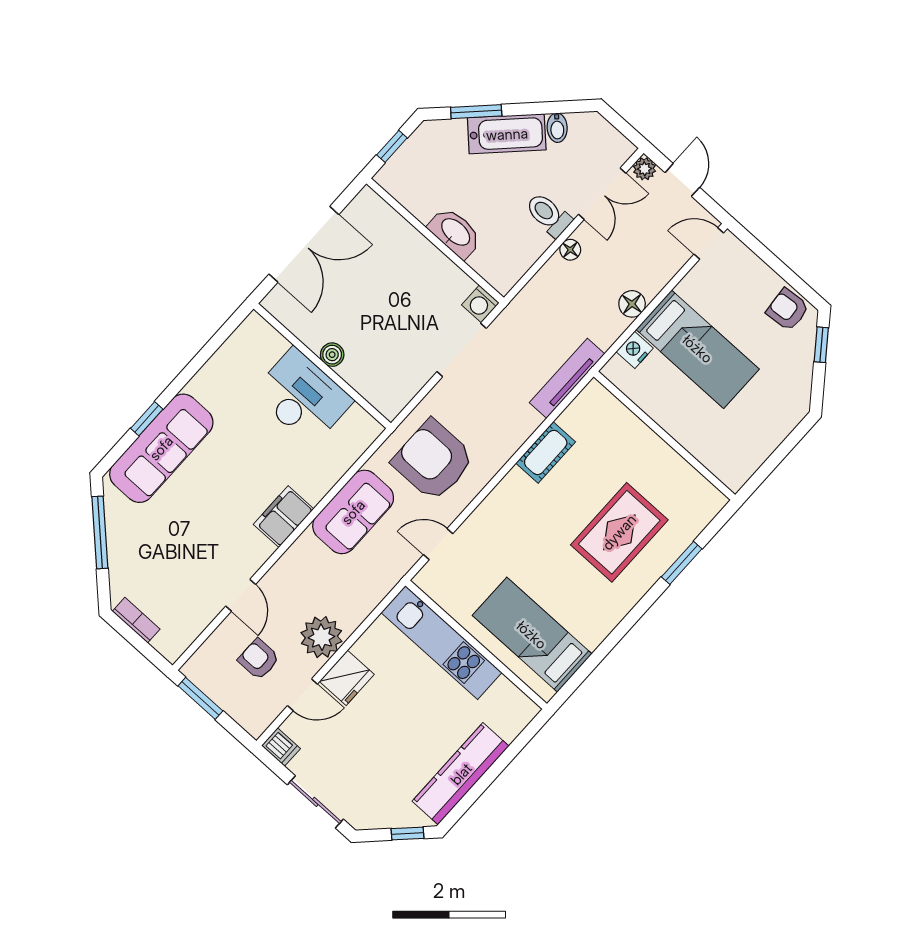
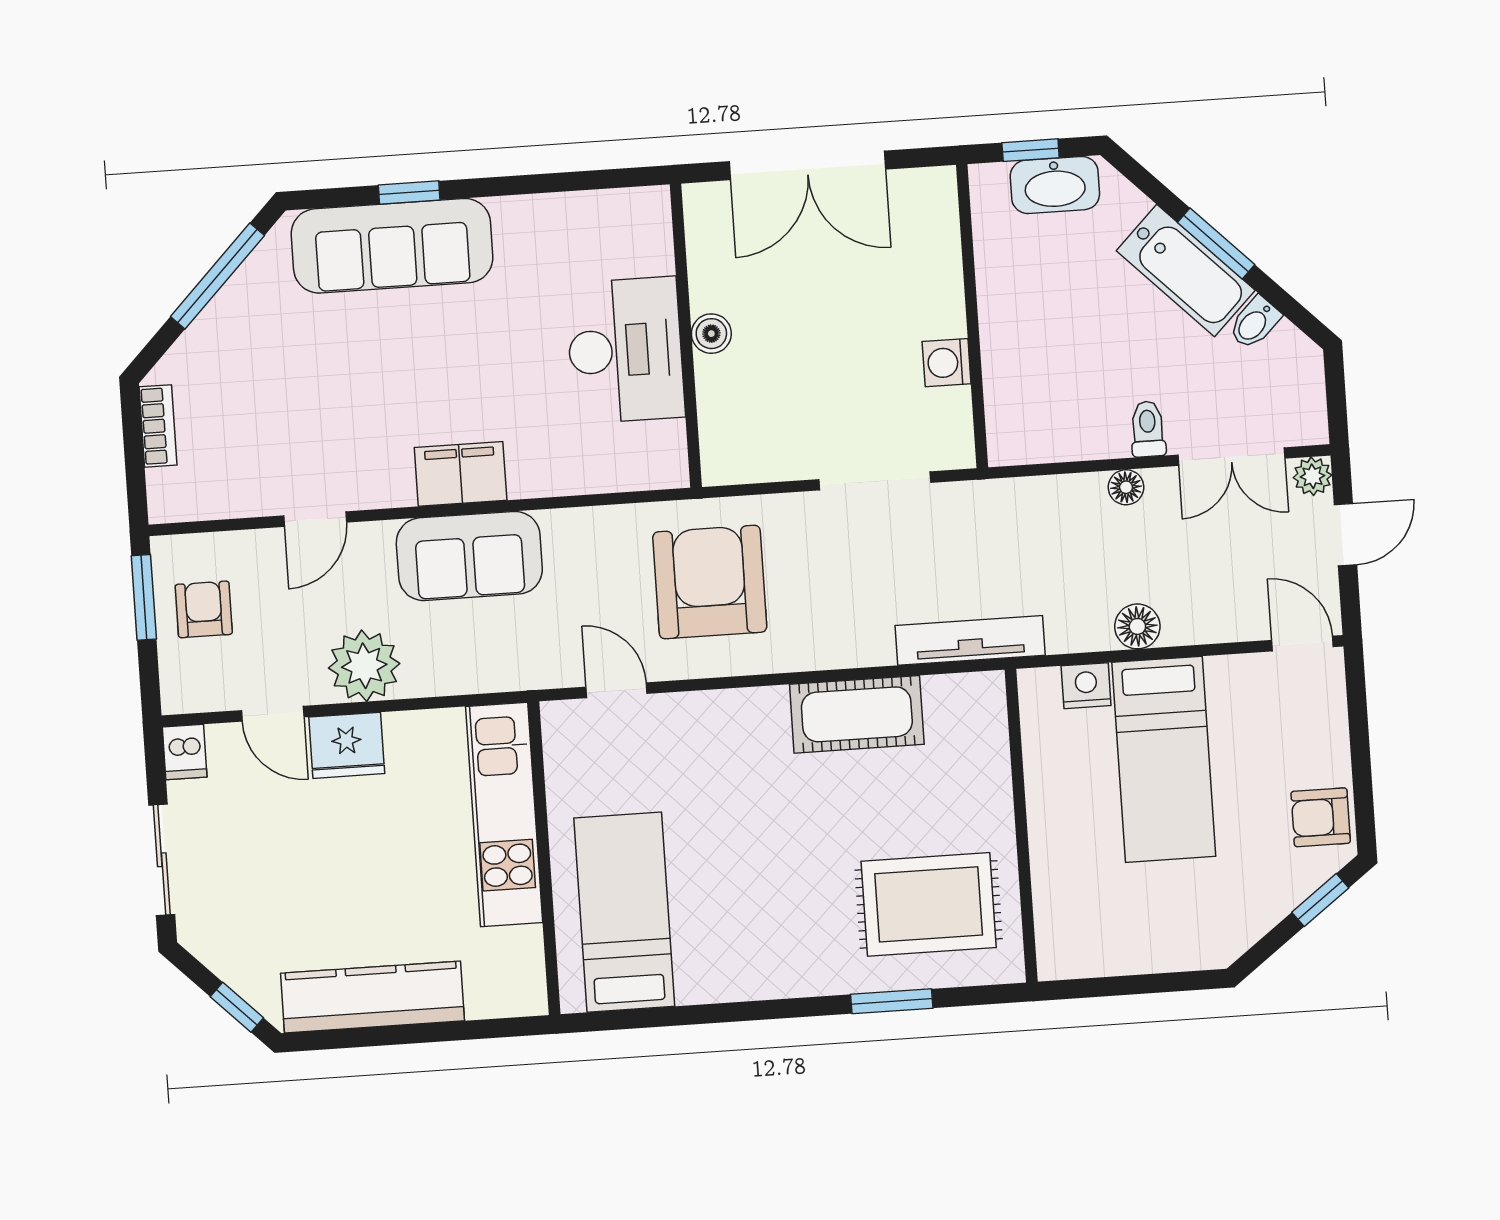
window: (476, 112) -> (1216, 243), moved
toilet: (548, 215) -> (1148, 429), width x0.73, depth x0.72
washbasin: (455, 233) -> (1055, 185), moved, turned 90
washing machine: (480, 304) -> (947, 363), moved
armchair: (788, 310) -> (1321, 817), turned -85
cot: (546, 452) -> (857, 714), width x1.37, depth x1.34
sofa: (353, 512) -> (469, 556), moved
rug: (619, 532) -> (929, 904), moved
armchair: (259, 659) -> (204, 609), moved

